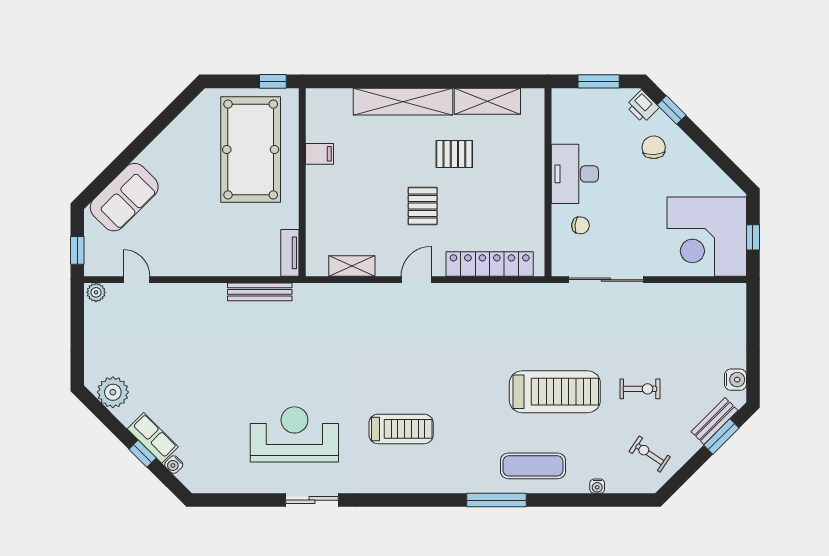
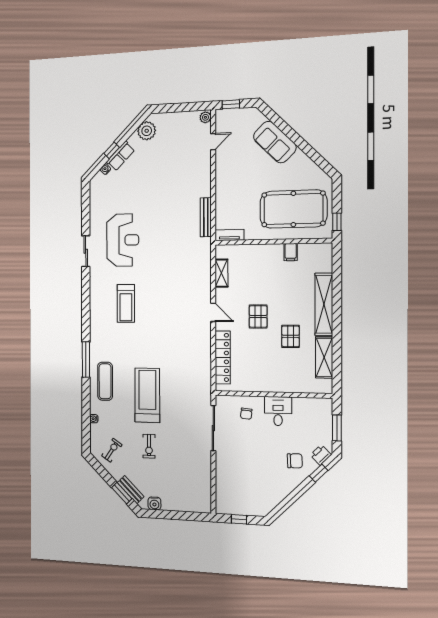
desk: (575, 174) -> (278, 411), width x0.73
sofa: (124, 197) -> (275, 142), moved
pallet: (423, 206) -> (258, 316), turned 90
corner desk: (707, 237) -> (239, 491), removed
treadmill: (555, 392) -> (147, 395), turned 180

